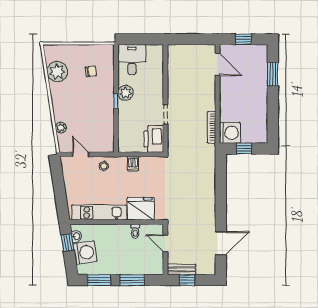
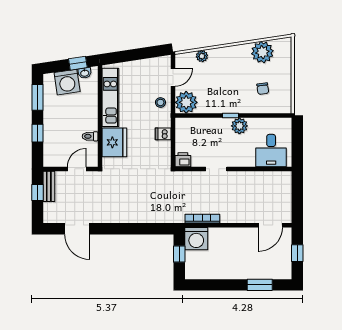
desk: (132, 60) -> (271, 151), moved, turned 90
printer: (154, 139) -> (183, 160), width x0.53, depth x0.68
plant: (104, 142) -> (186, 102), added
window: (132, 280) -> (37, 133), width x0.67

